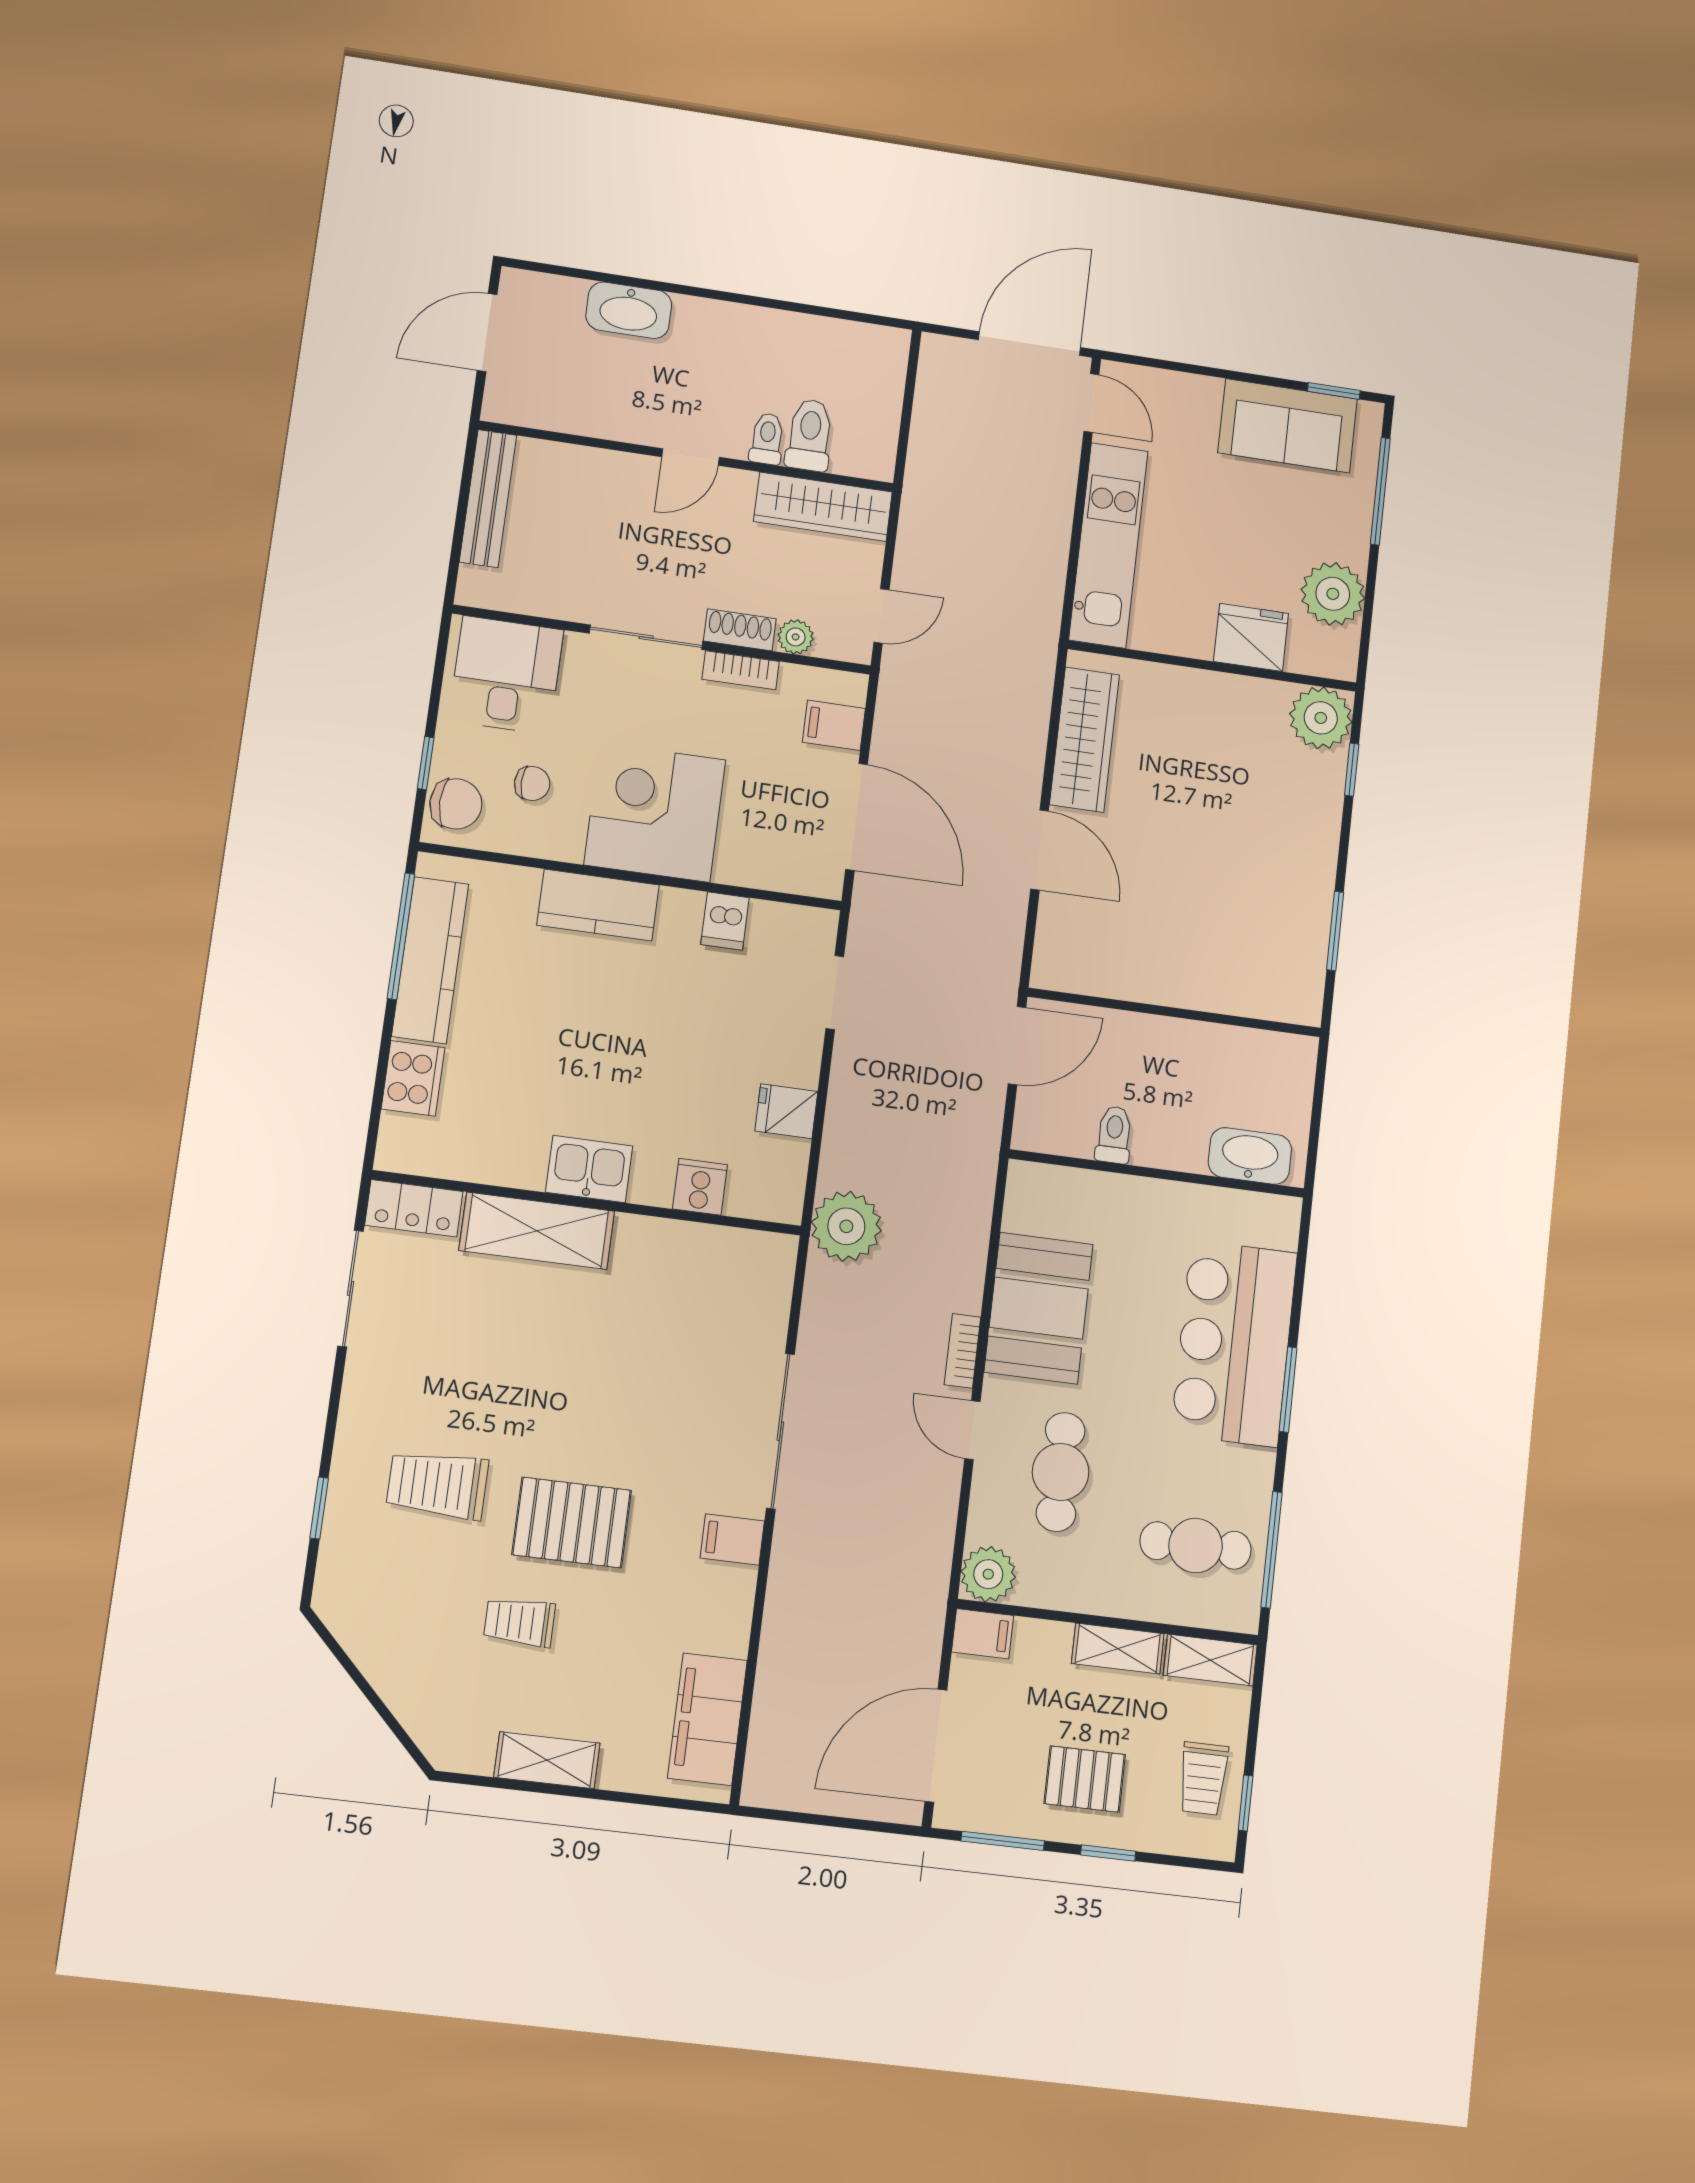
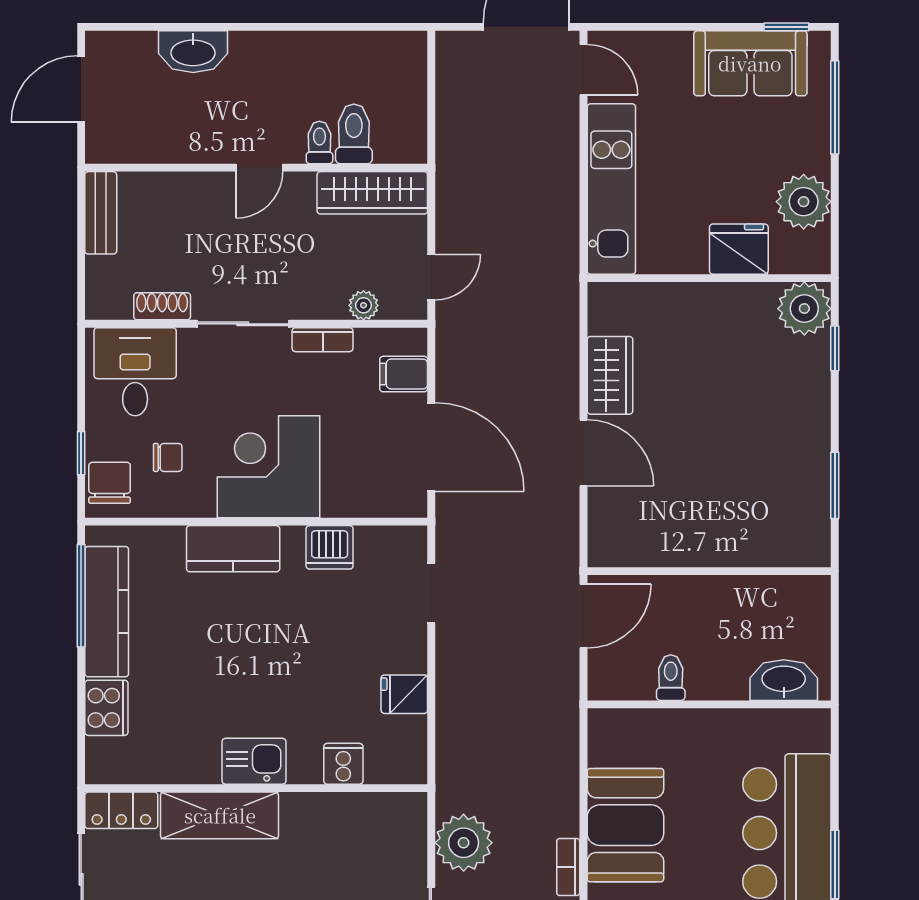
bench: (488, 499) -> (101, 213), width x0.73
shoe rack: (740, 630) -> (162, 306), moved
wardrobe: (1085, 740) -> (610, 375), width x0.67
chair: (456, 804) -> (110, 483), turned -90
dishwasher: (725, 921) -> (330, 547), width x1.38
plant: (846, 1226) -> (464, 843), moved

